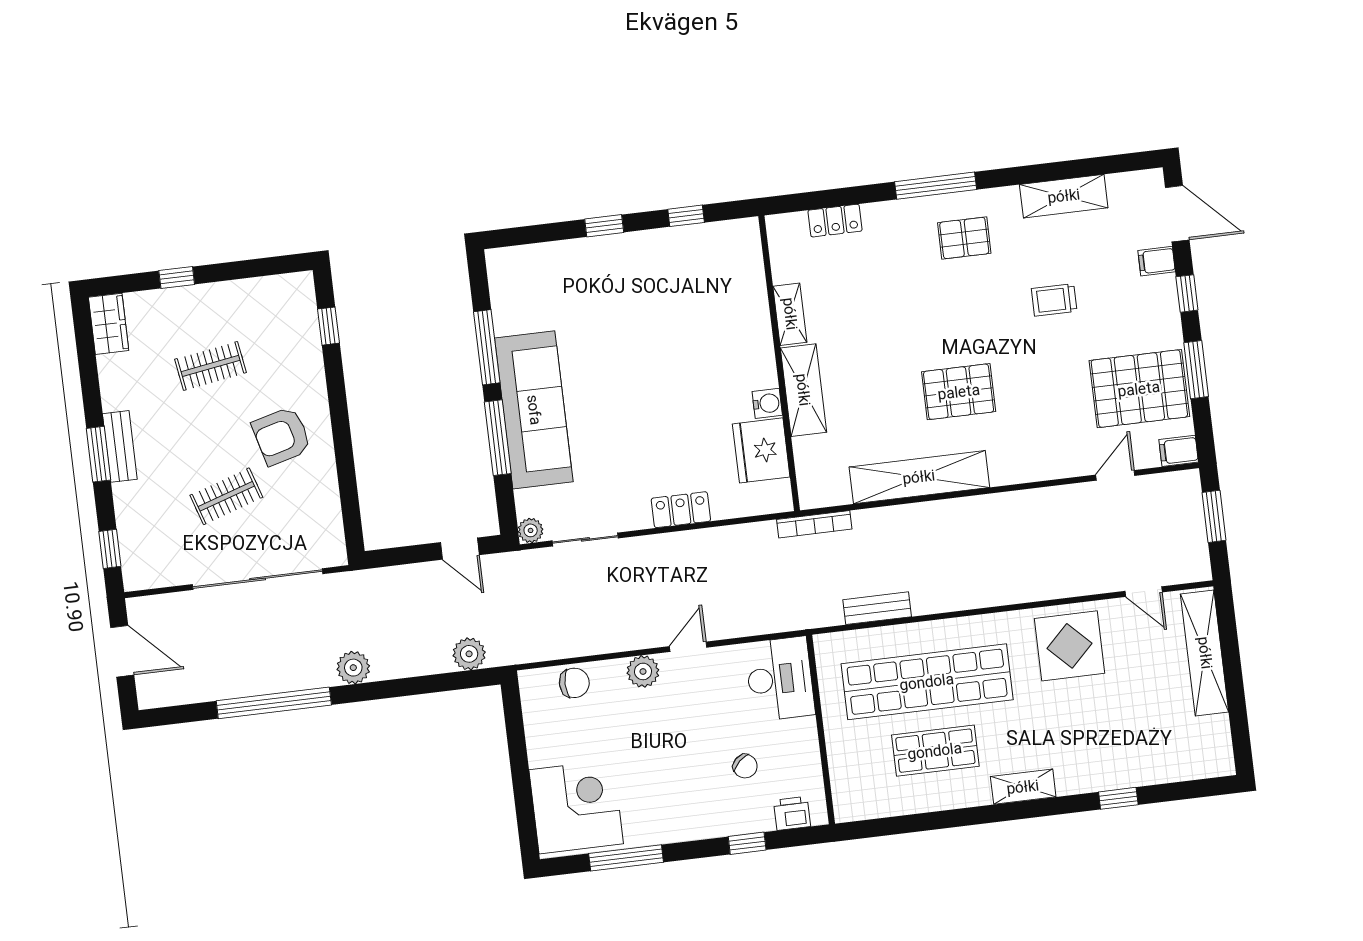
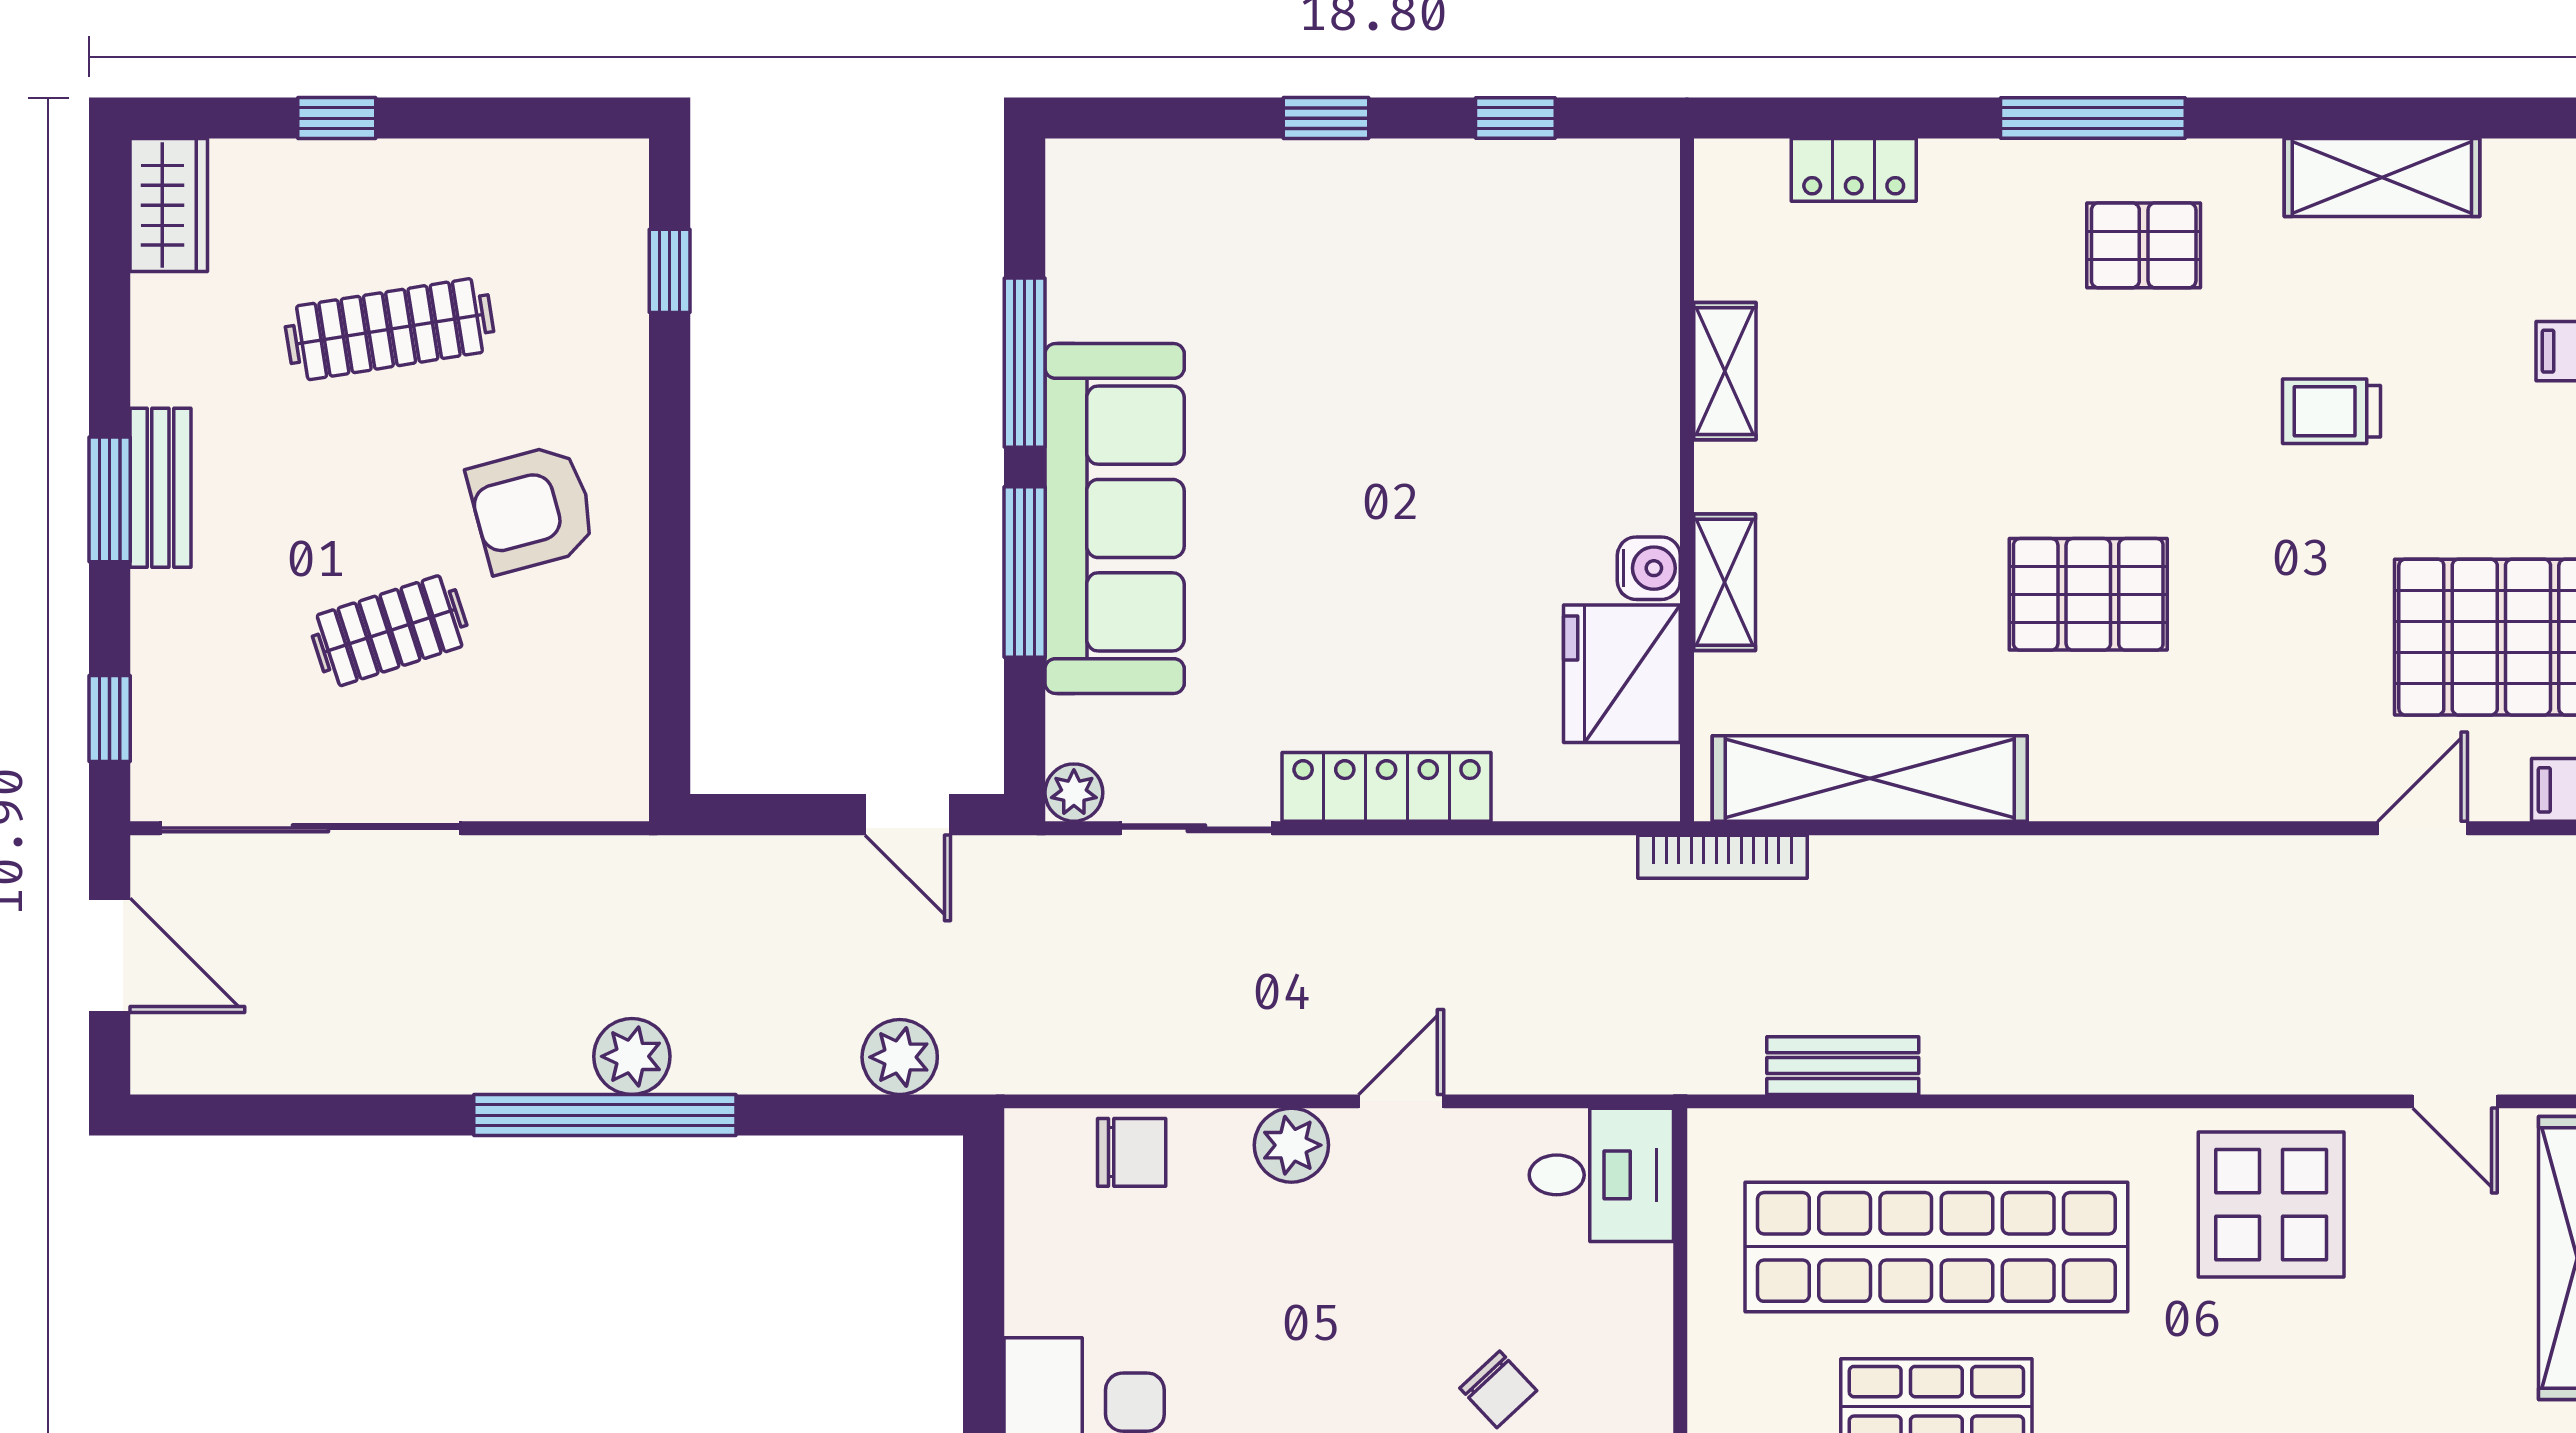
clothes rail: (211, 366) -> (390, 329), width x1.36
shelving: (803, 390) -> (1725, 582), width x0.67, depth x0.75
shelving: (919, 477) -> (1870, 778), moved
locker: (681, 510) -> (1387, 787), width x1.53
sliding door: (258, 579) -> (311, 828), moved
desk: (780, 679) -> (1601, 1175), width x0.73
window: (274, 703) -> (605, 1115), moved

